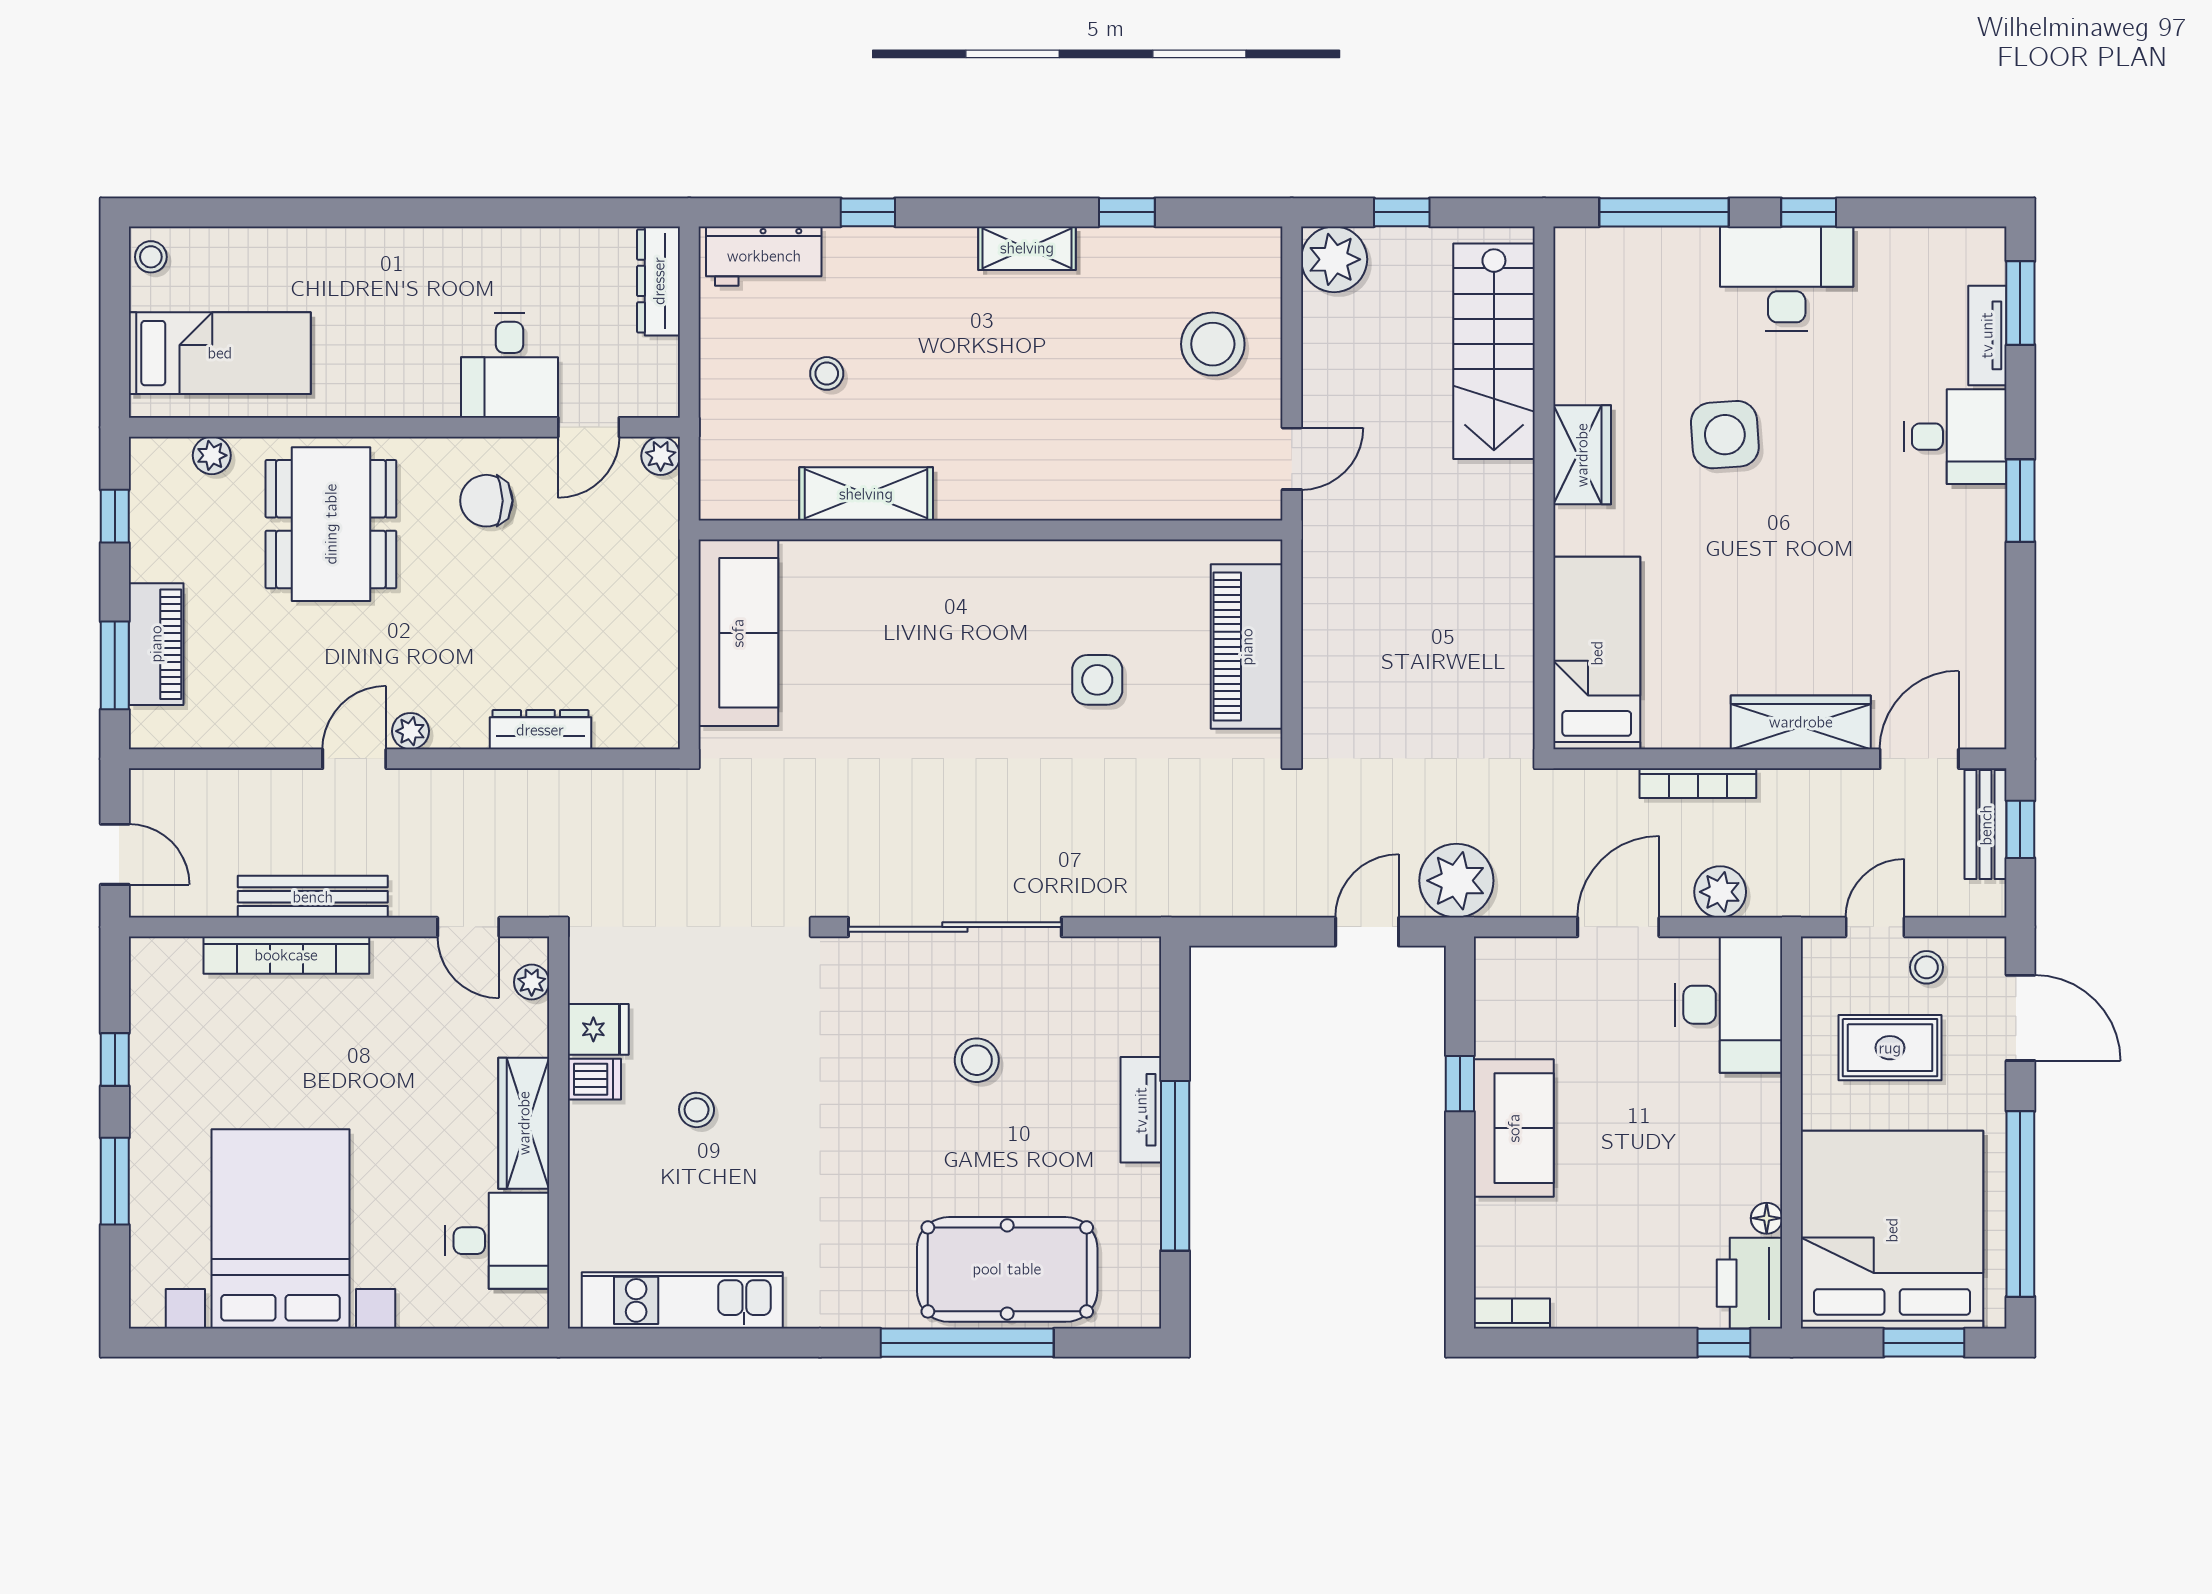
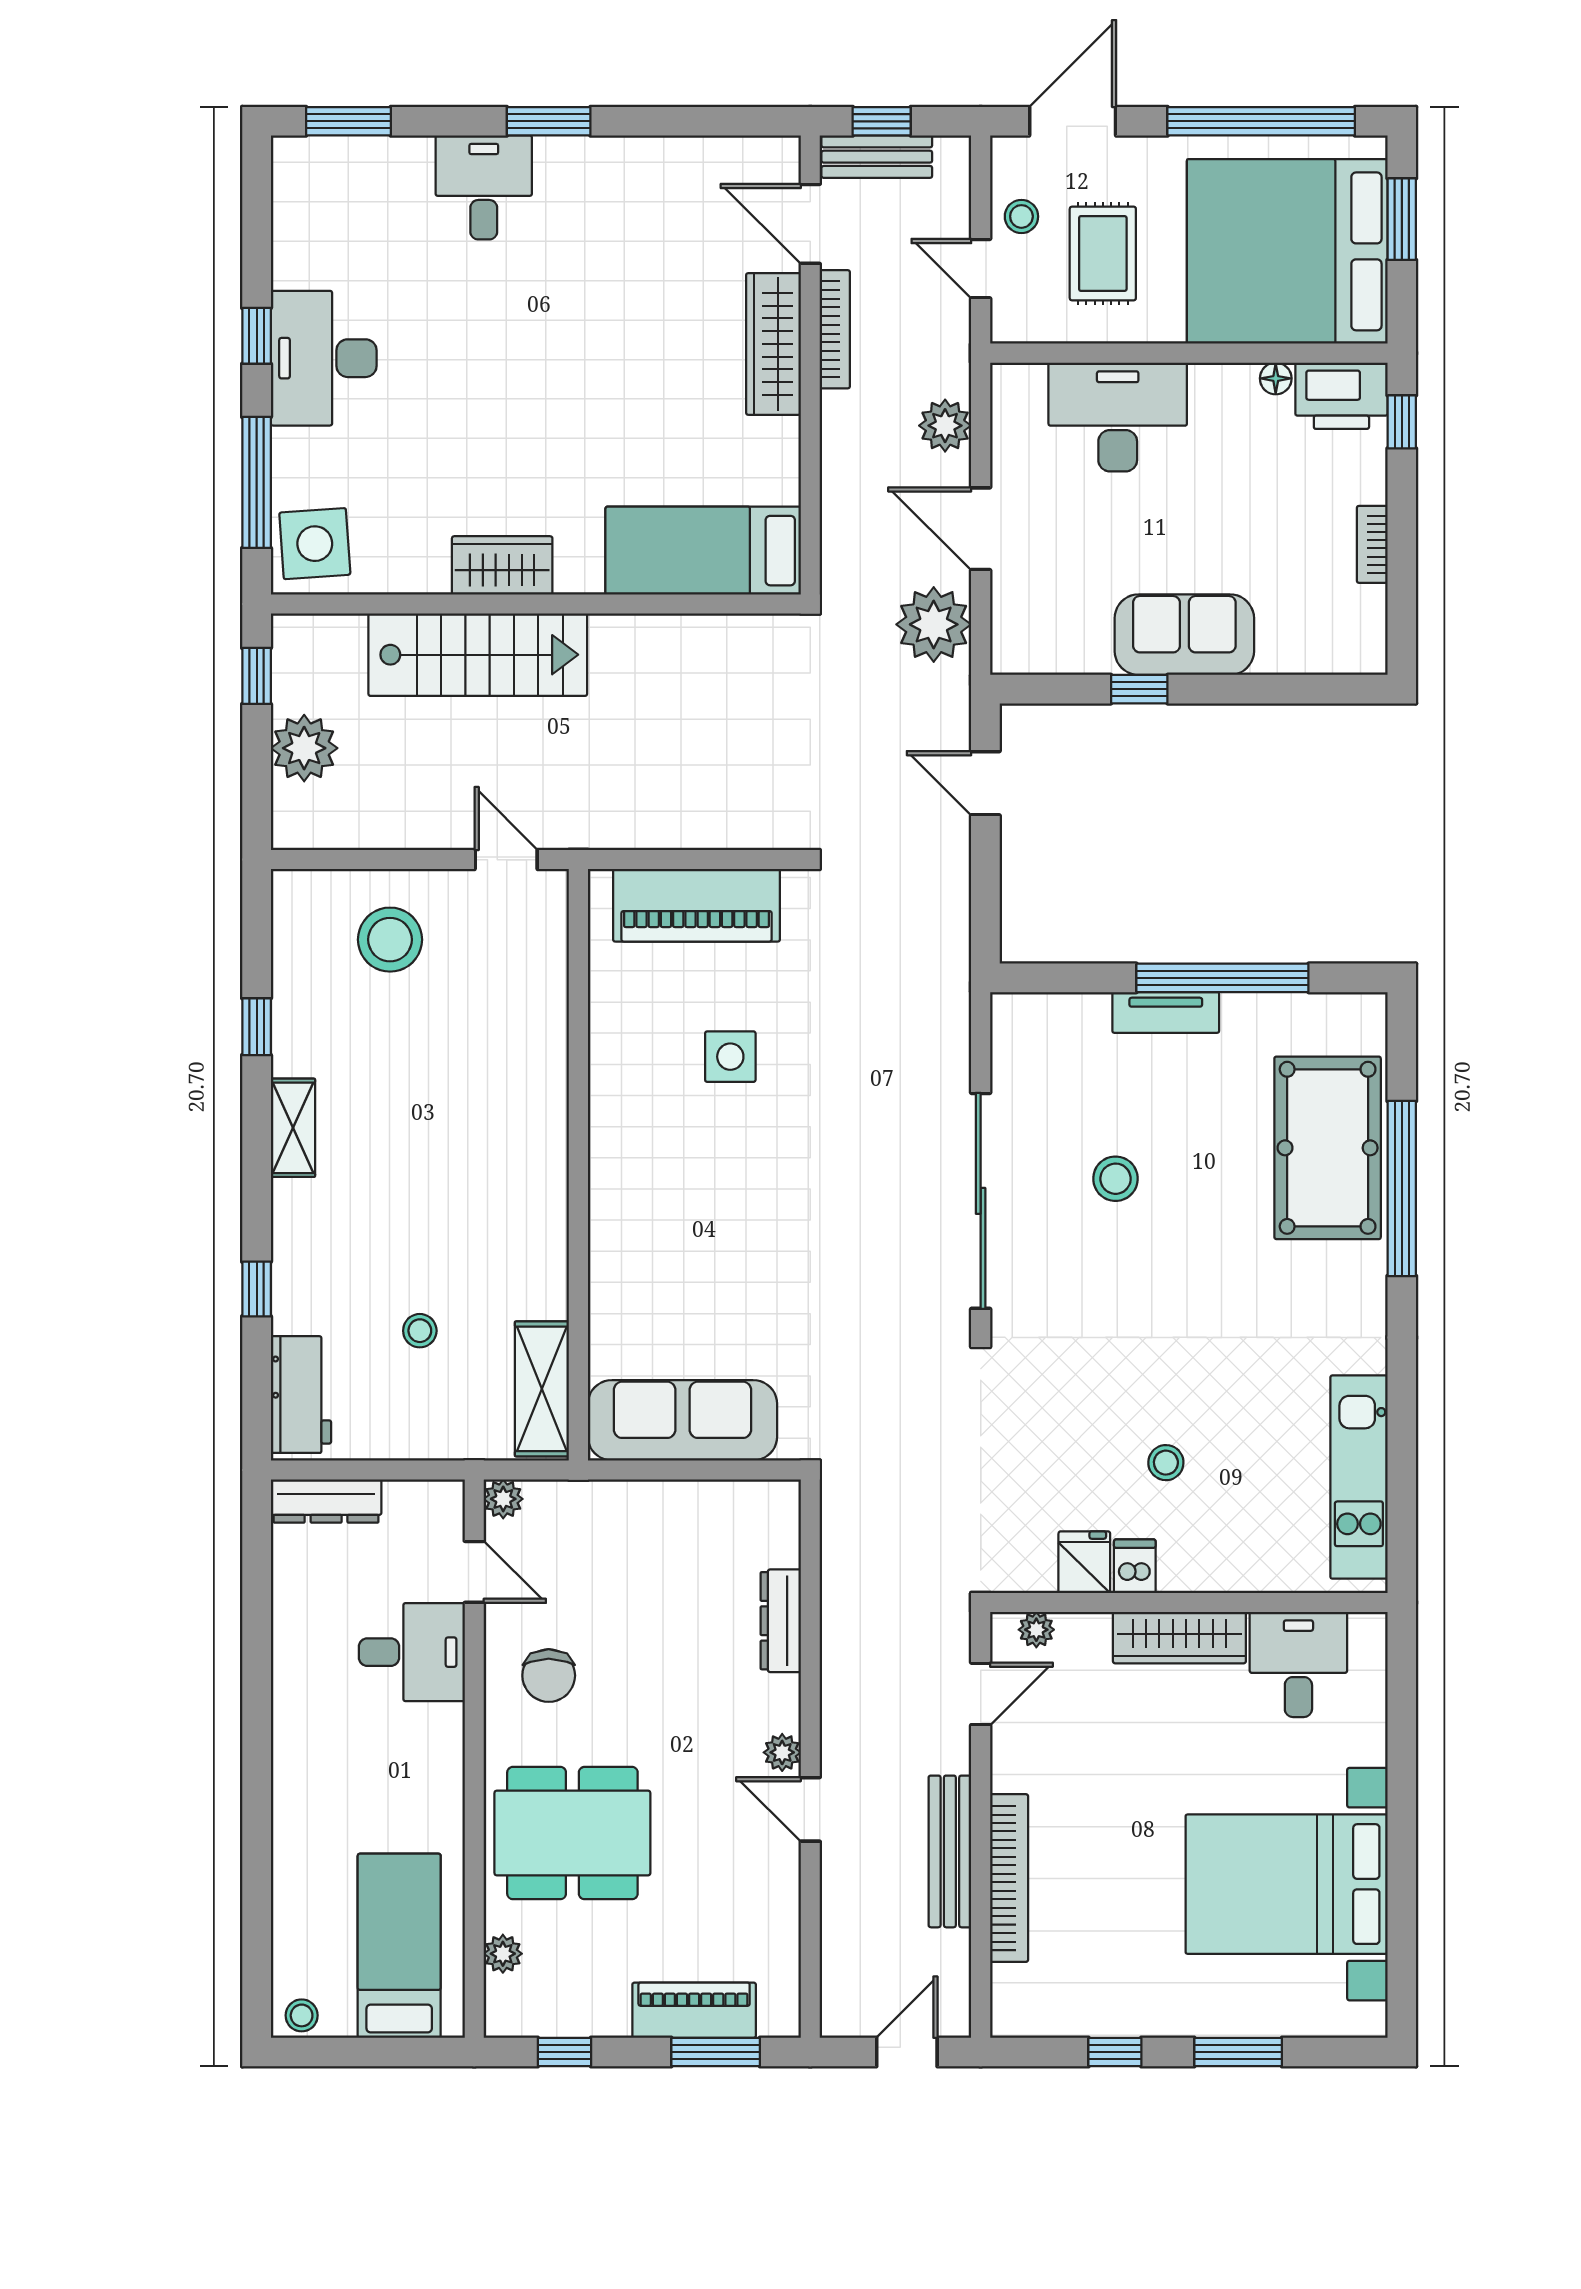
window: (1402, 212) -> (257, 676), moved
plant: (1334, 259) -> (304, 748), moved
tv unit: (1987, 335) -> (381, 155), removed
stairs: (1494, 351) -> (478, 655), moved
side table: (1725, 435) -> (315, 544), moved
shelving: (866, 494) -> (542, 1389), moved
bookcase: (1698, 783) -> (835, 329), moved
plant: (1456, 881) -> (934, 624), moved
desk: (1729, 1005) -> (1118, 417), moved
bookcase: (1512, 1313) -> (1372, 544), moved

